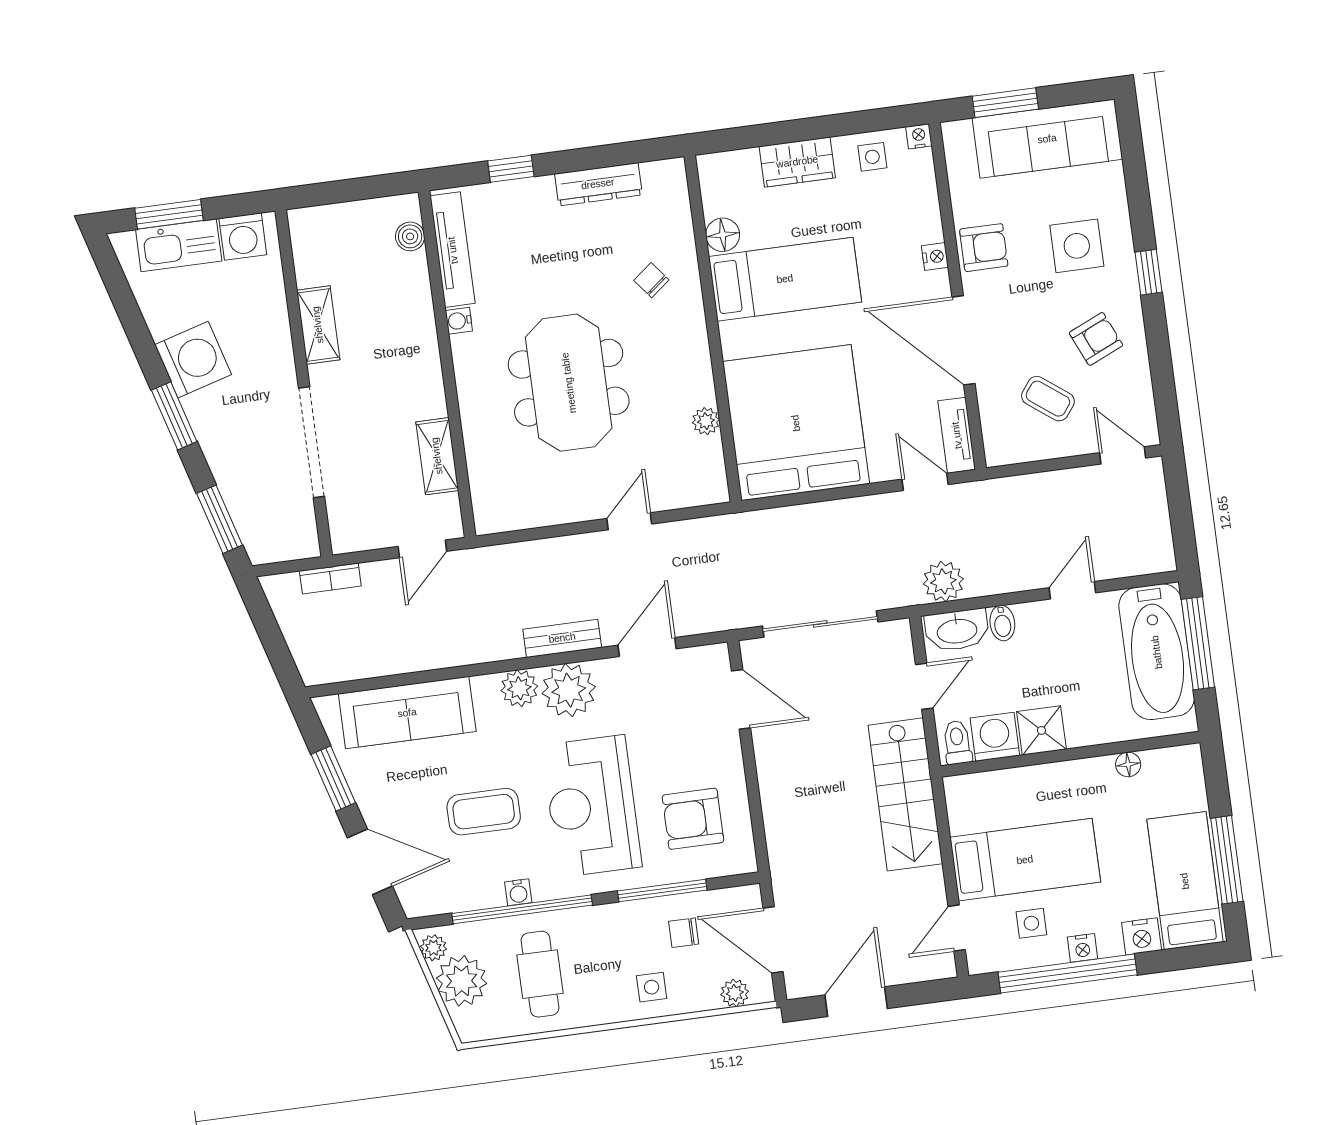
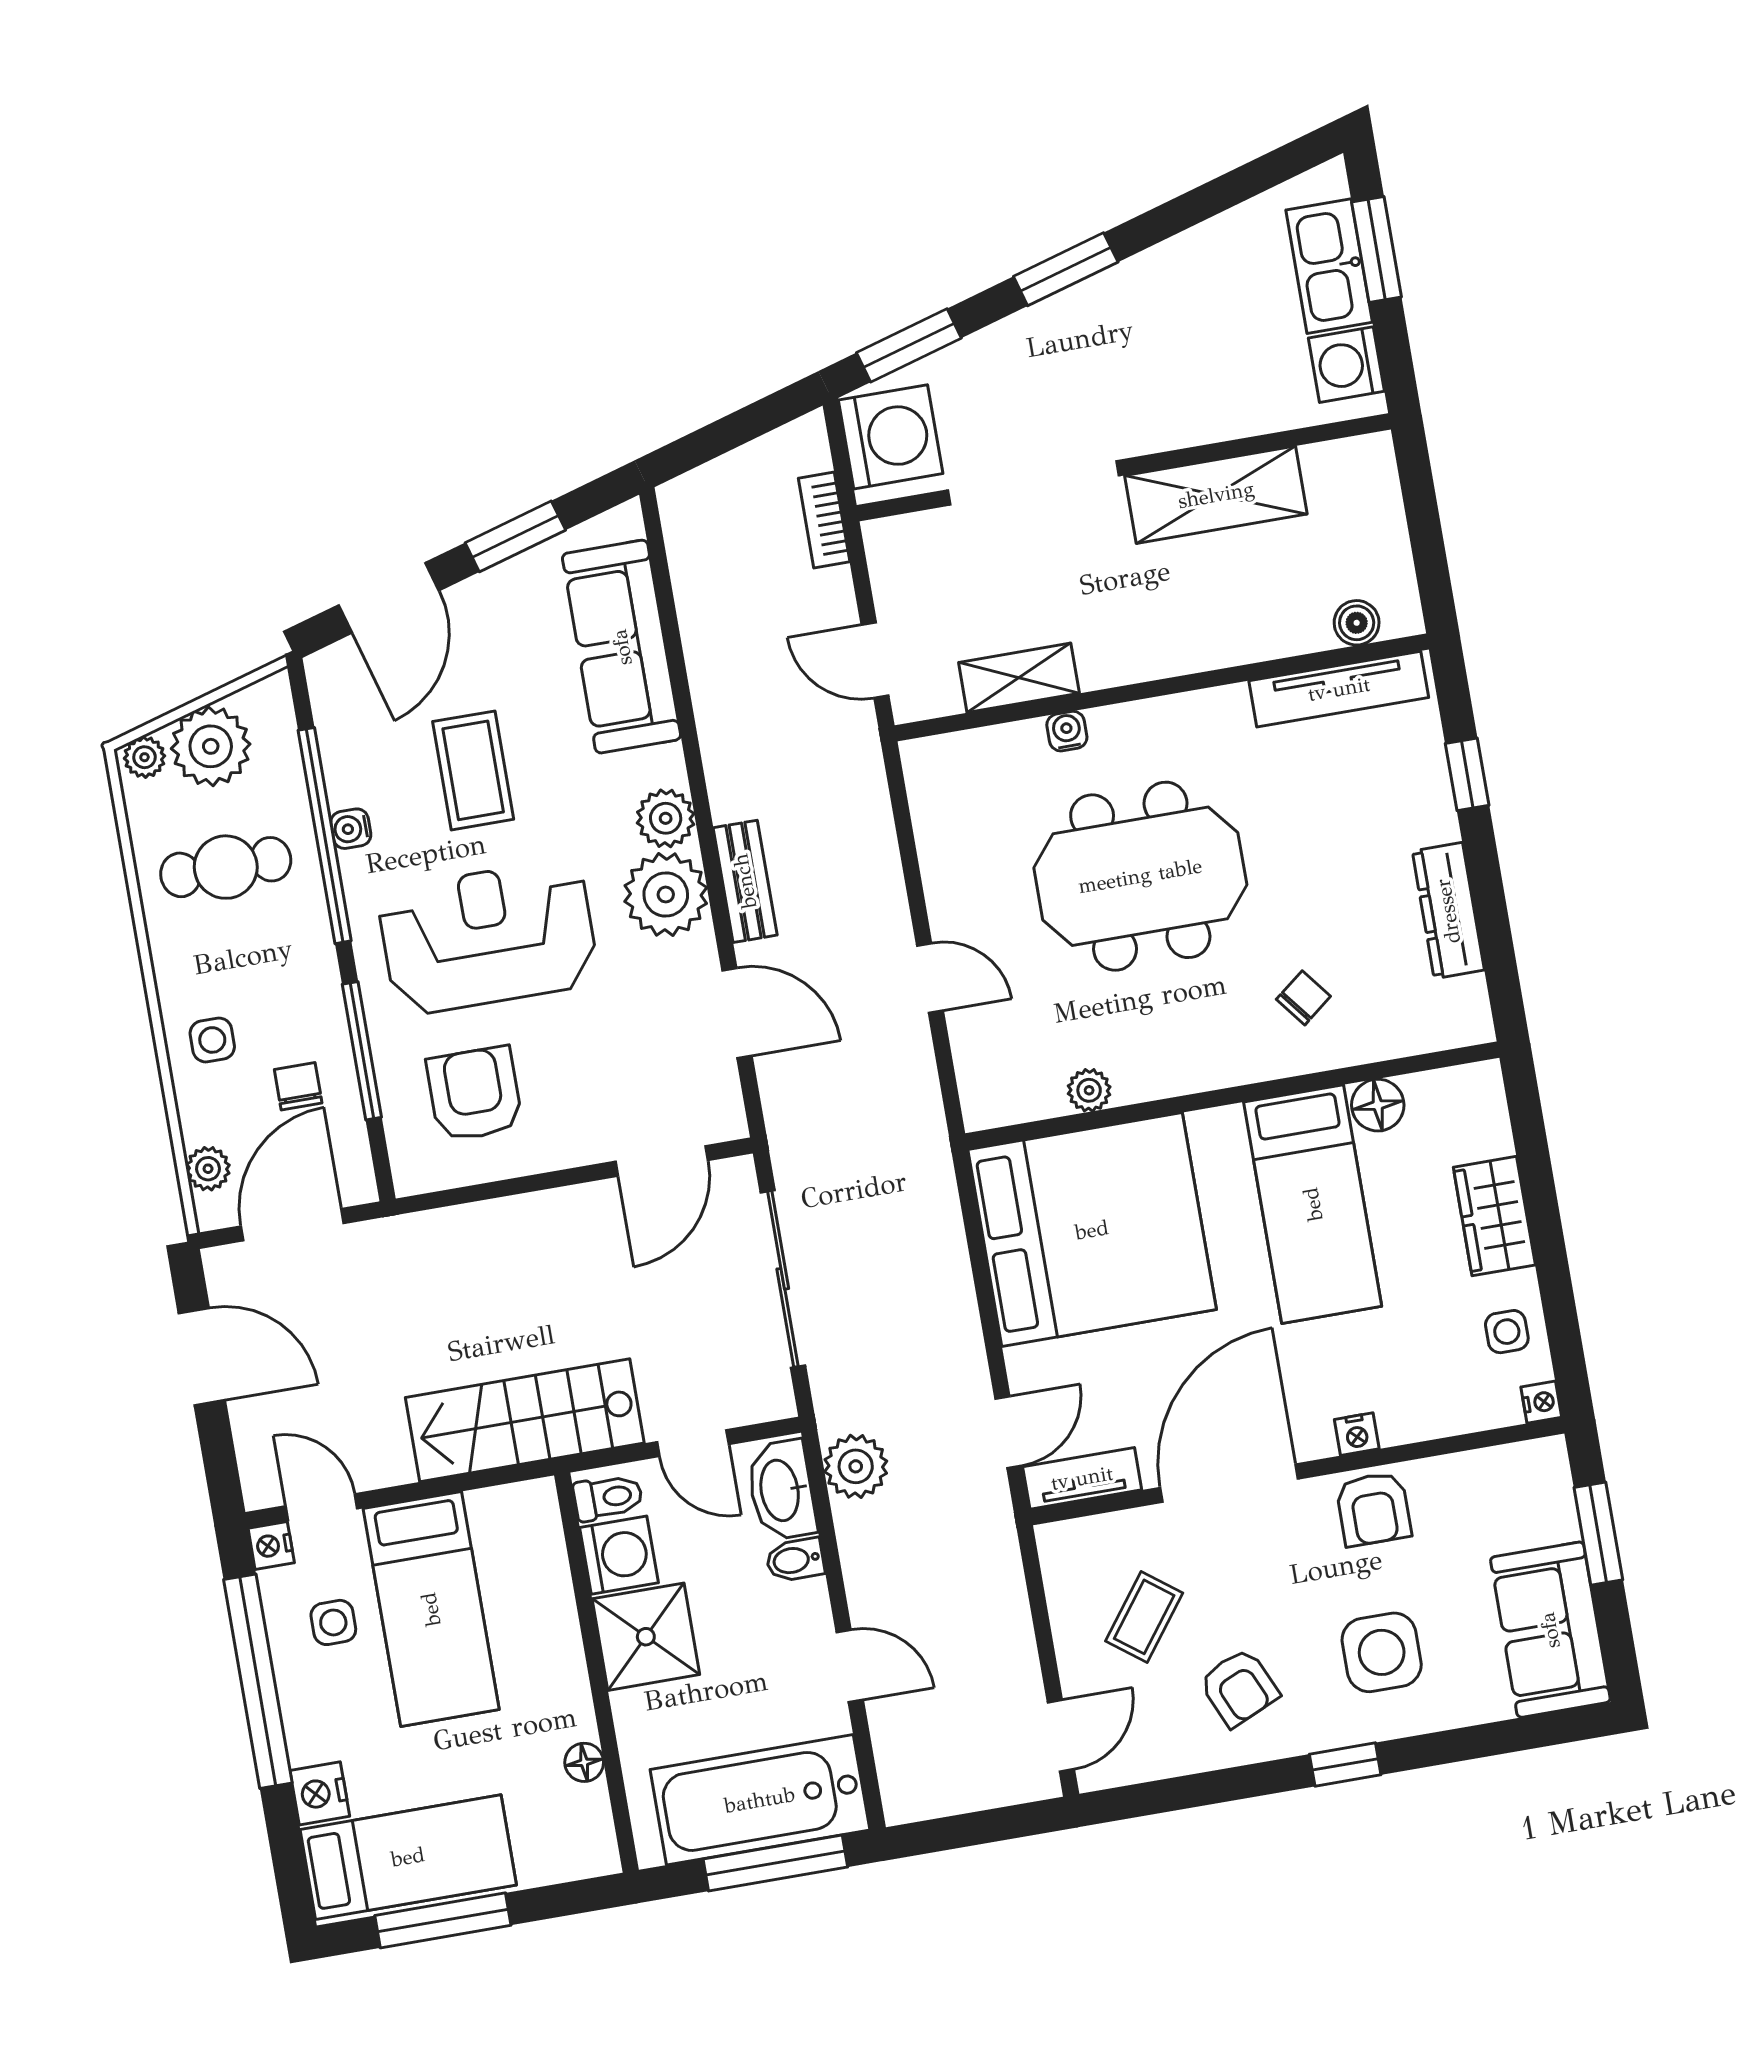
sofa: (1047, 139) -> (1550, 1630), width x0.73
water cooler: (459, 321) -> (1067, 731), moved
shelving: (318, 325) -> (1216, 495), width x1.50, depth x1.33
washing machine: (193, 360) -> (891, 437), moved, turned -74
shower: (1041, 730) -> (646, 1637), width x1.36, depth x1.36
plant: (433, 948) -> (145, 757), moved
nightstand: (1082, 948) -> (271, 1546), moved

